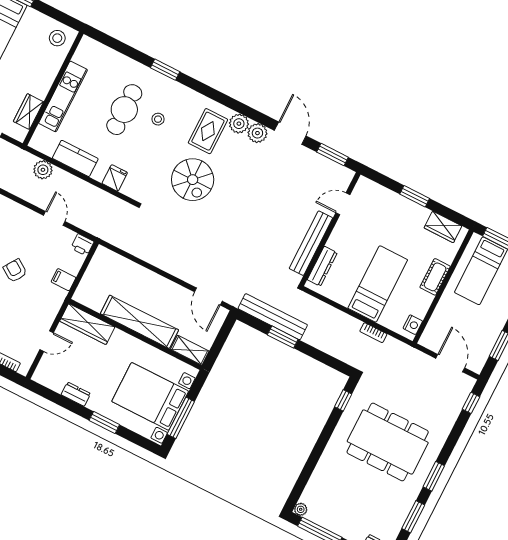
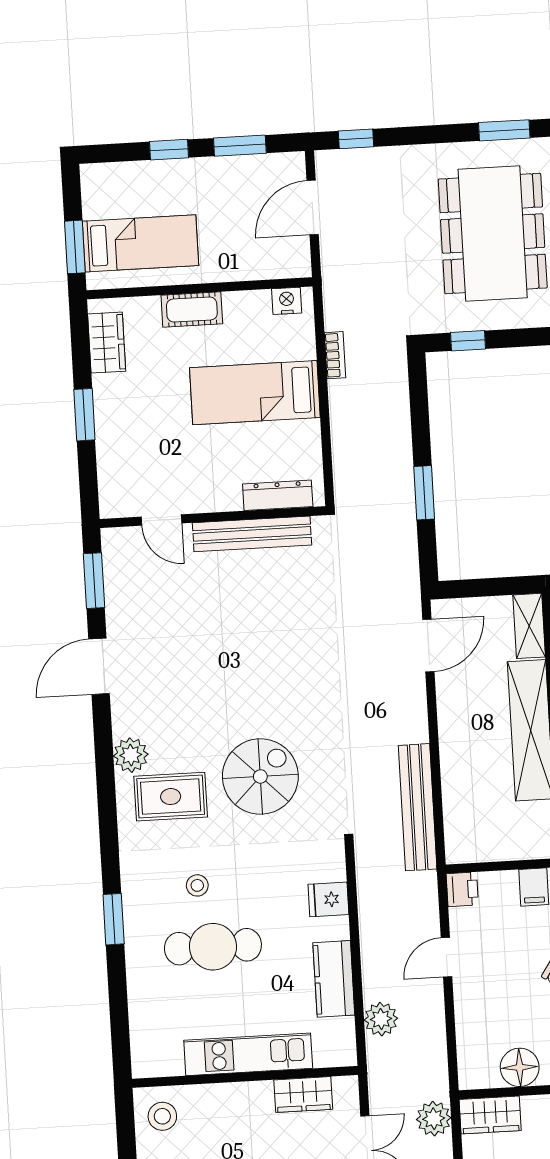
plant: (257, 133) -> (129, 717), removed
bench: (273, 317) -> (418, 807), moved

